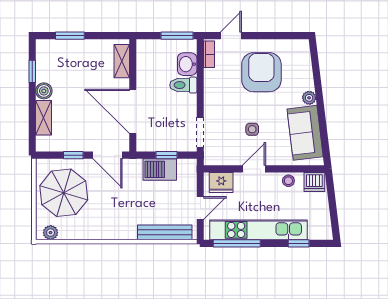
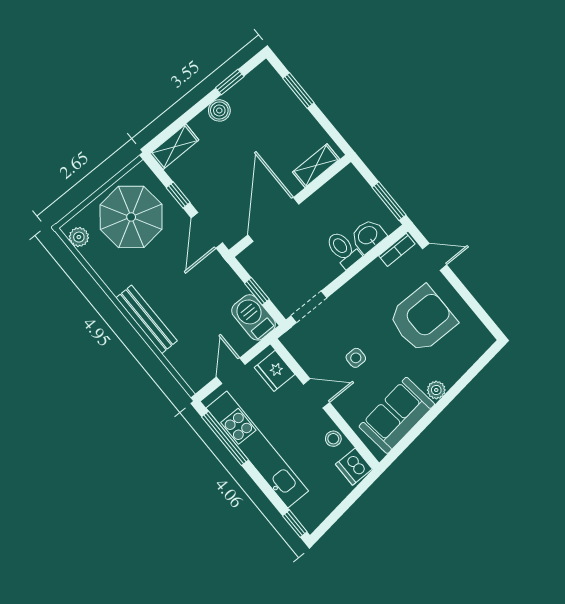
shelving: (44, 118) -> (174, 147), moved
barbecue: (160, 169) -> (254, 317), moved
door: (200, 208) -> (231, 371), swing flipped
bench: (165, 232) -> (147, 319), moved
window: (299, 243) -> (295, 524), moved

